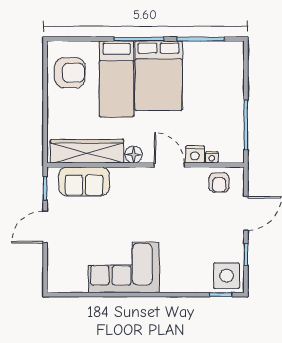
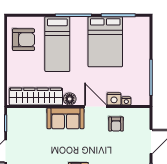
bed: (159, 76) -> (105, 42), moved
sofa: (84, 181) -> (65, 118), moved
armchair: (219, 182) -> (116, 124), moved

